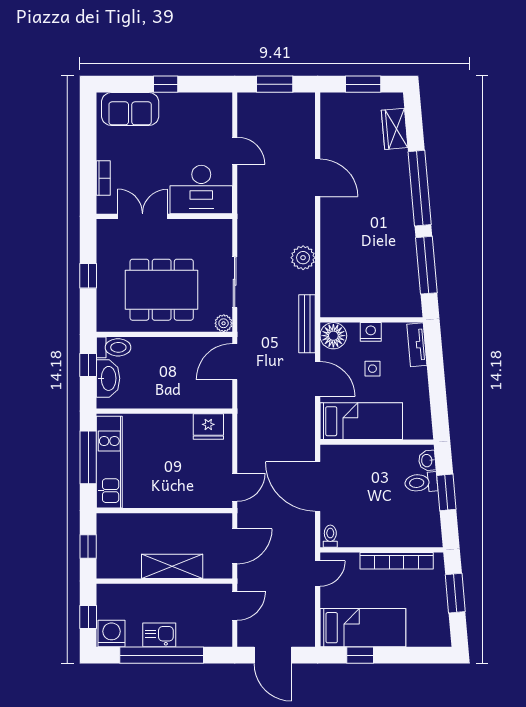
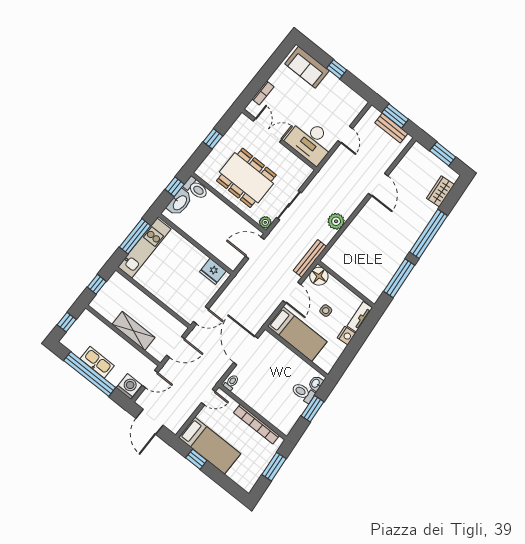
bench: (281, 102) -> (391, 128), added
nightstand: (371, 332) -> (346, 336), moved, turned 85
washing machine: (112, 634) -> (129, 386), moved
kitchen sink: (159, 635) -> (97, 362), width x1.38

